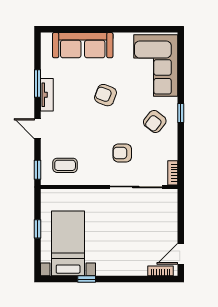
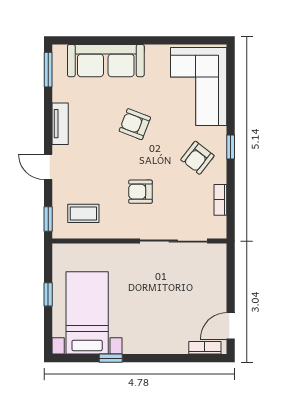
window: (37, 83) -> (48, 70), moved
armchair: (122, 153) -> (140, 192), moved
bookcase: (173, 173) -> (220, 200), moved

